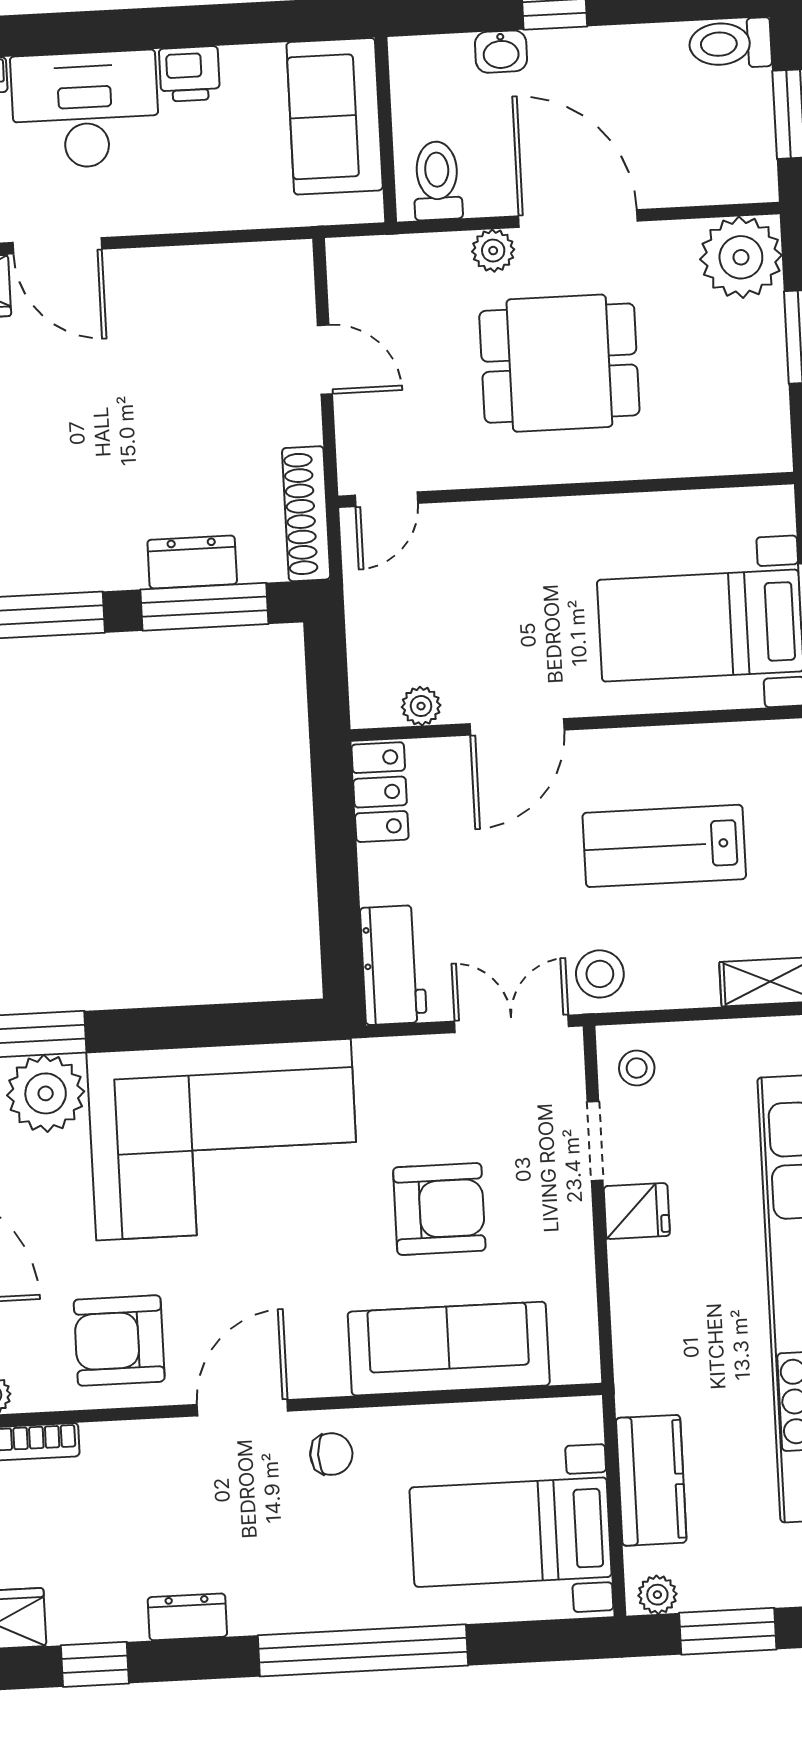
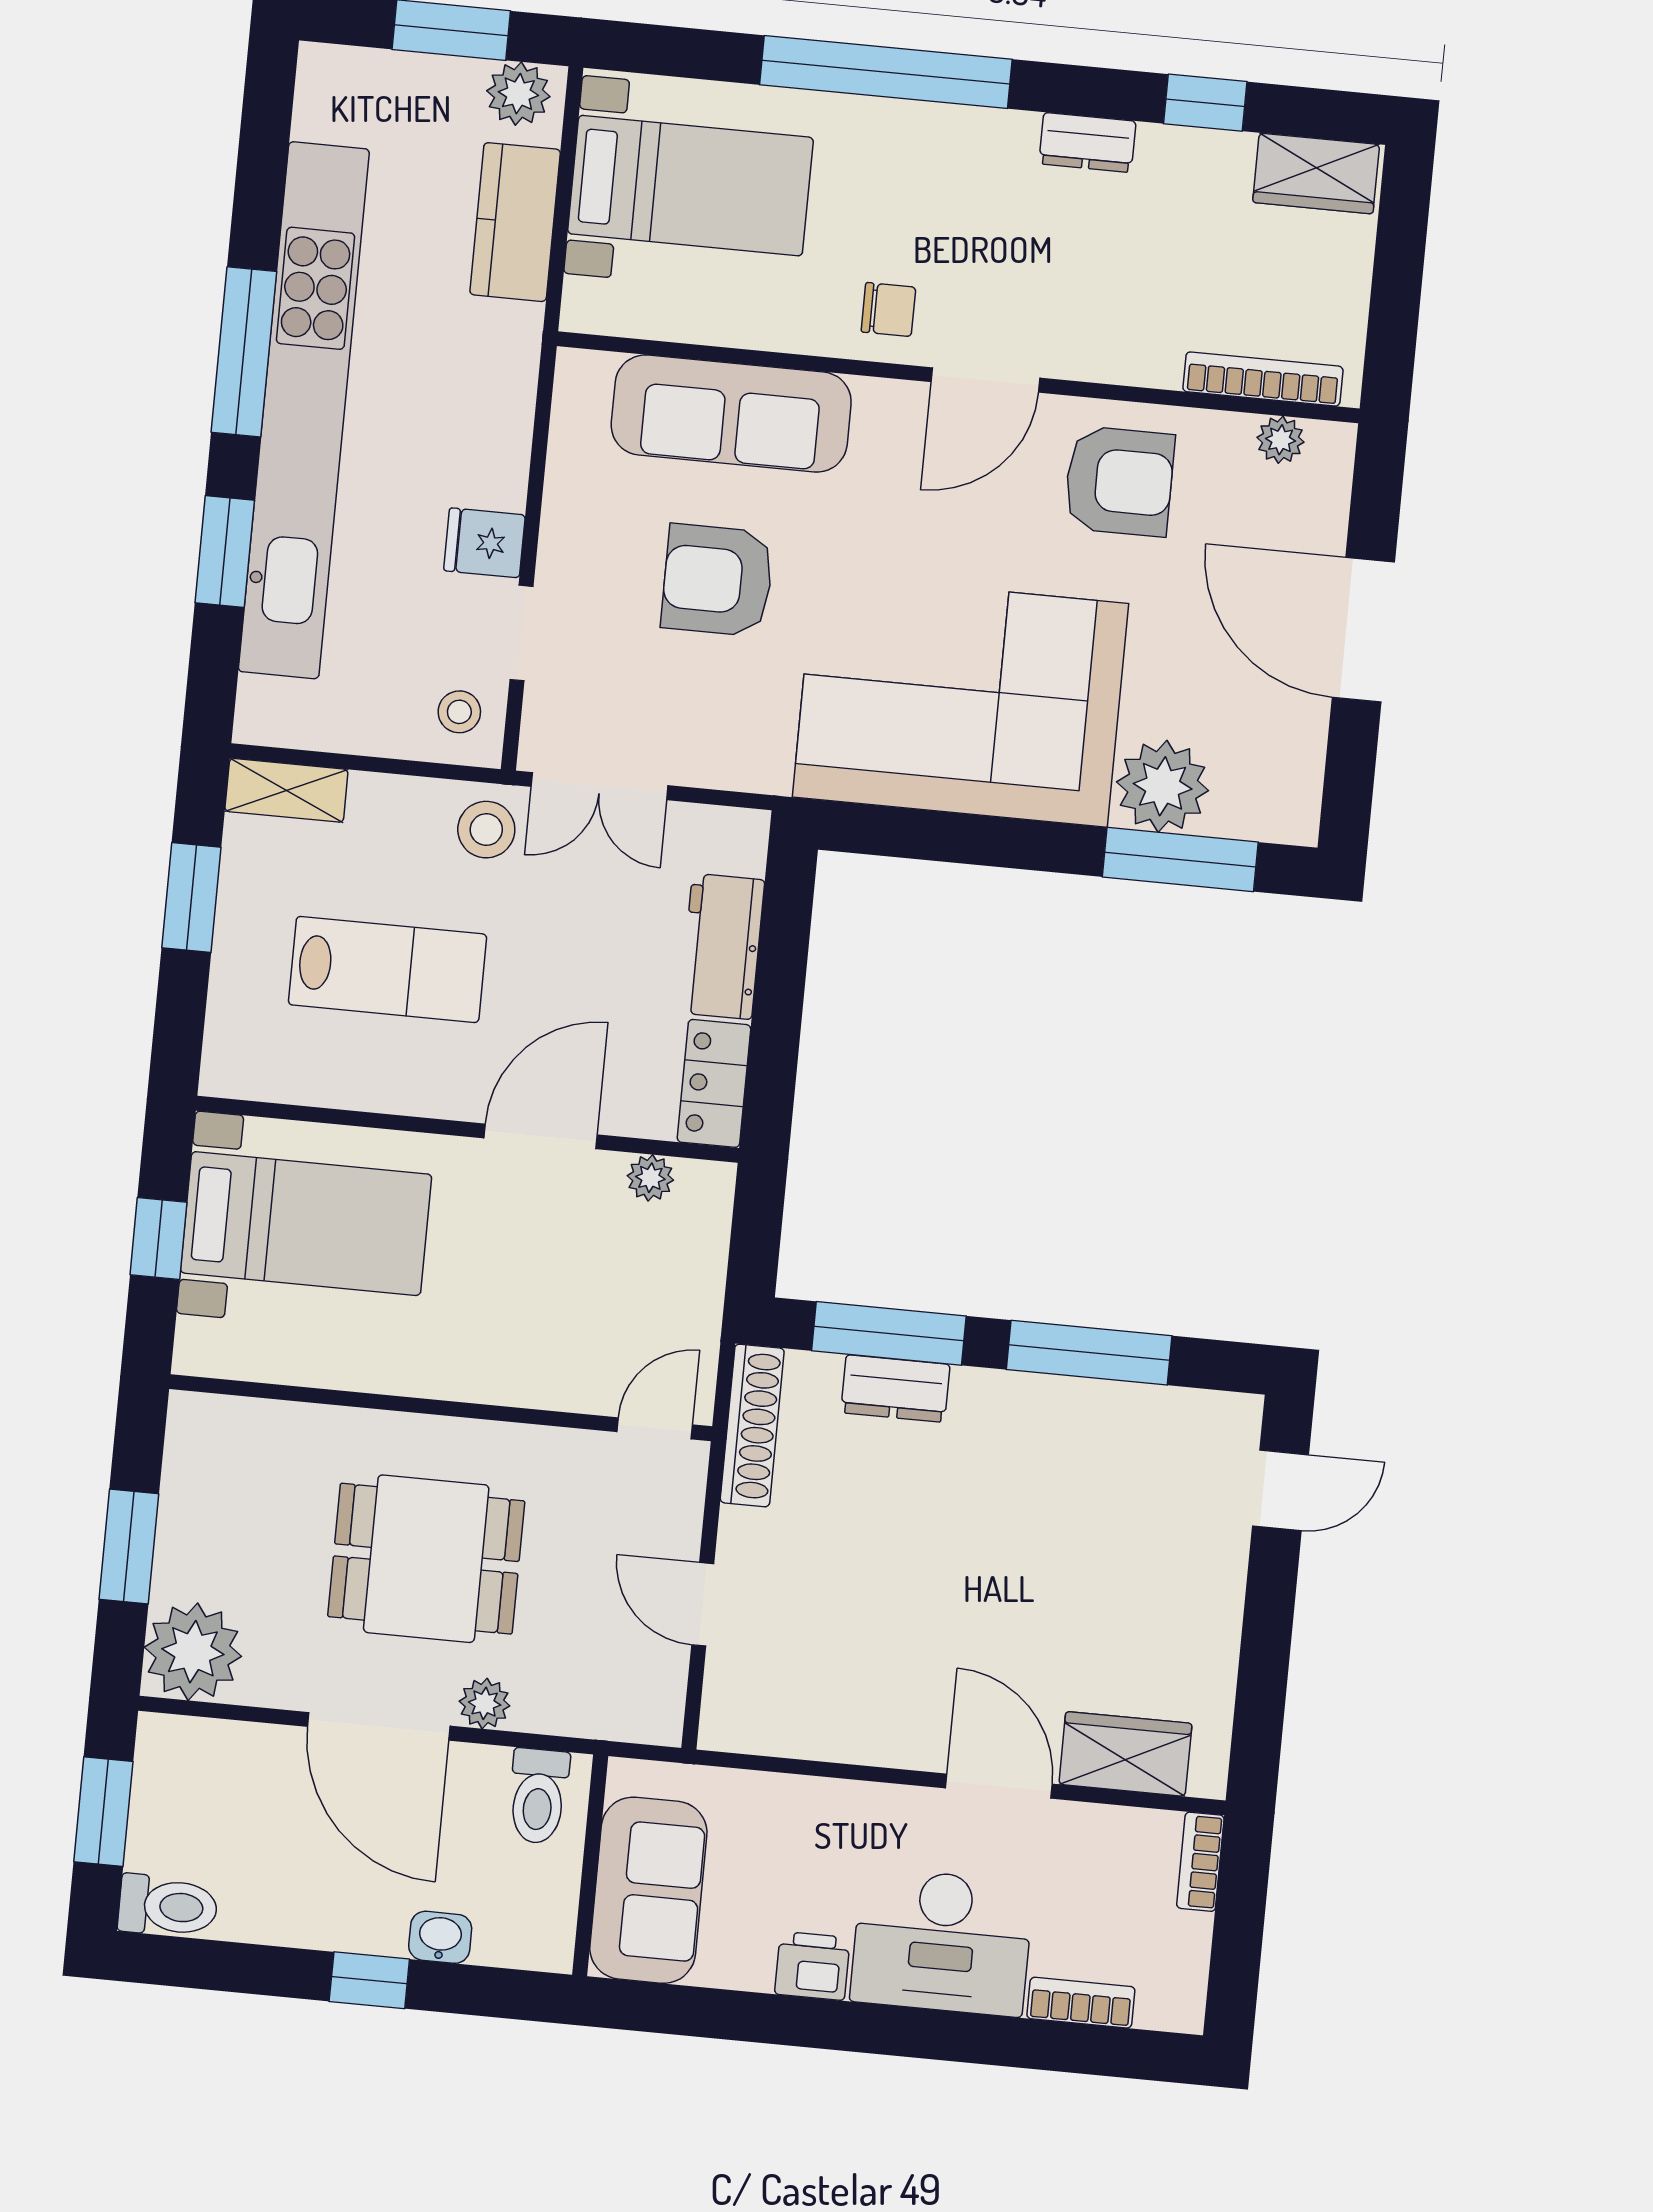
workbench: (393, 965) -> (722, 946), moved
chair: (331, 1454) -> (888, 310), turned 180
plant: (657, 1595) -> (518, 94), width x1.38, depth x1.38

